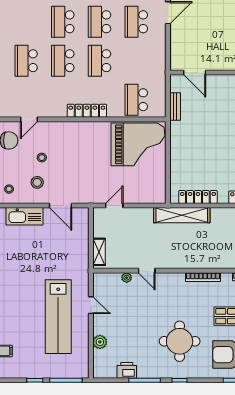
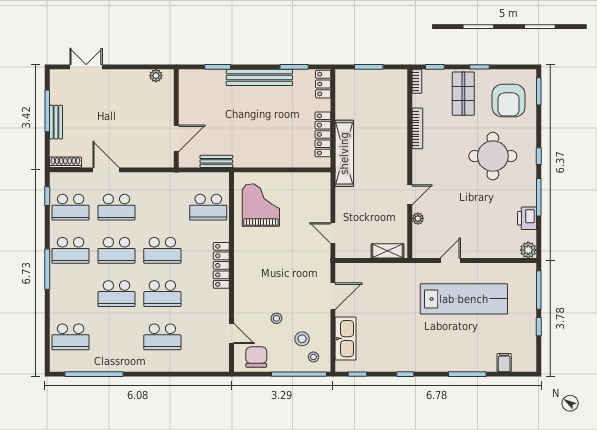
grand piano: (138, 144) -> (261, 205), width x0.73, depth x0.68
stool: (37, 182) -> (302, 339), moved
plant: (100, 342) -> (528, 250), moved

